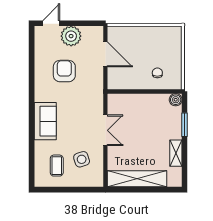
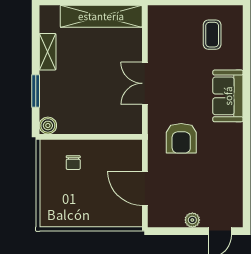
plant: (71, 36) -> (192, 220), width x0.53, depth x0.53
armchair: (64, 71) -> (181, 138), moved
side table: (82, 159) -> (178, 43), removed

